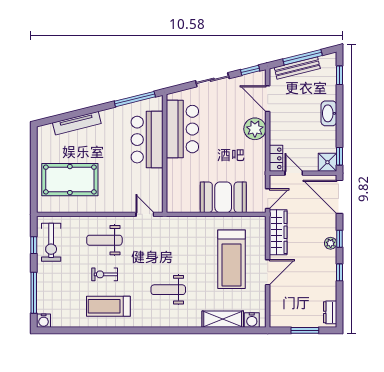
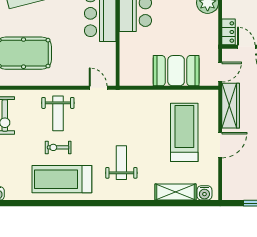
weight bench: (104, 240) -> (58, 113), turned -90
treadmill: (232, 259) -> (184, 132), turned 180
weight bench: (168, 290) -> (121, 163), turned 90
treadmill: (108, 306) -> (62, 179), width x1.37, depth x1.38

